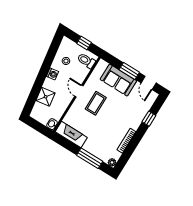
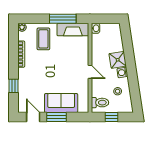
shower: (46, 97) -> (118, 60), moved
coffee table: (96, 103) -> (43, 39), moved
window: (90, 158) -> (63, 19), moved

